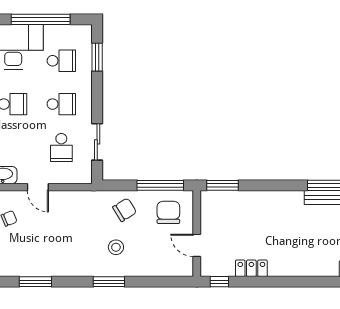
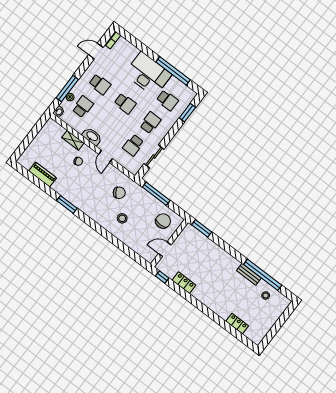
school desk: (61, 104) -> (150, 123), turned -90
window: (160, 185) -> (156, 194), moved
chair: (125, 210) -> (119, 193), moved
door: (197, 245) -> (165, 249), hinge flipped
window: (109, 282) -> (105, 233), removed

